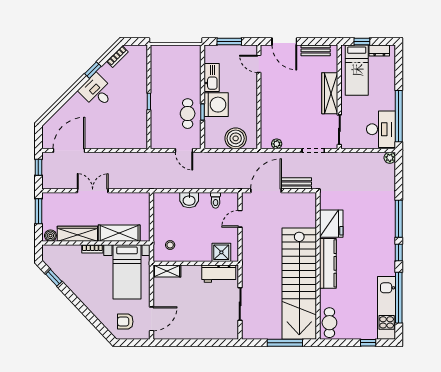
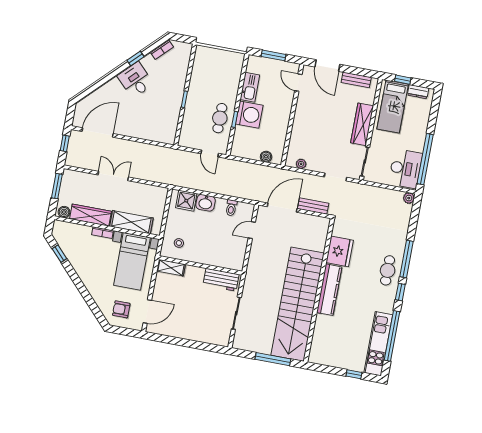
boiler: (236, 138) -> (266, 157), width x0.54, depth x0.54
shower: (221, 252) -> (186, 201), moved
cafe table: (329, 323) -> (388, 270), moved

